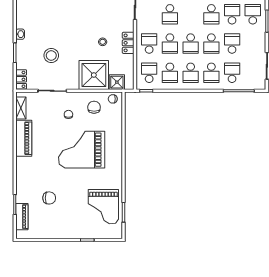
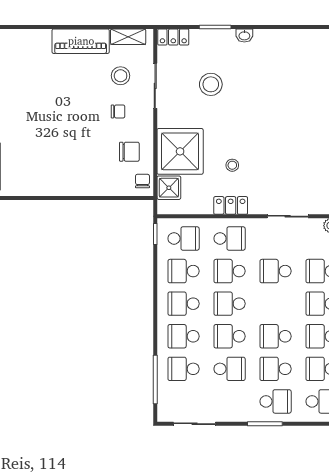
school desk: (232, 14) -> (276, 369), turned 180
school desk: (232, 73) -> (184, 369), turned 180
stool: (46, 113) -> (121, 76), added
grand piano: (82, 150) -> (63, 132), removed

